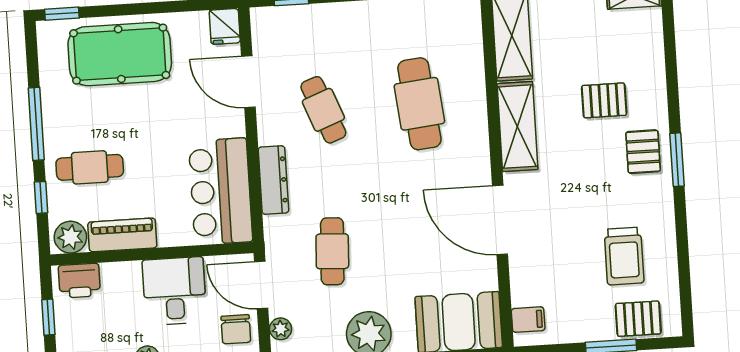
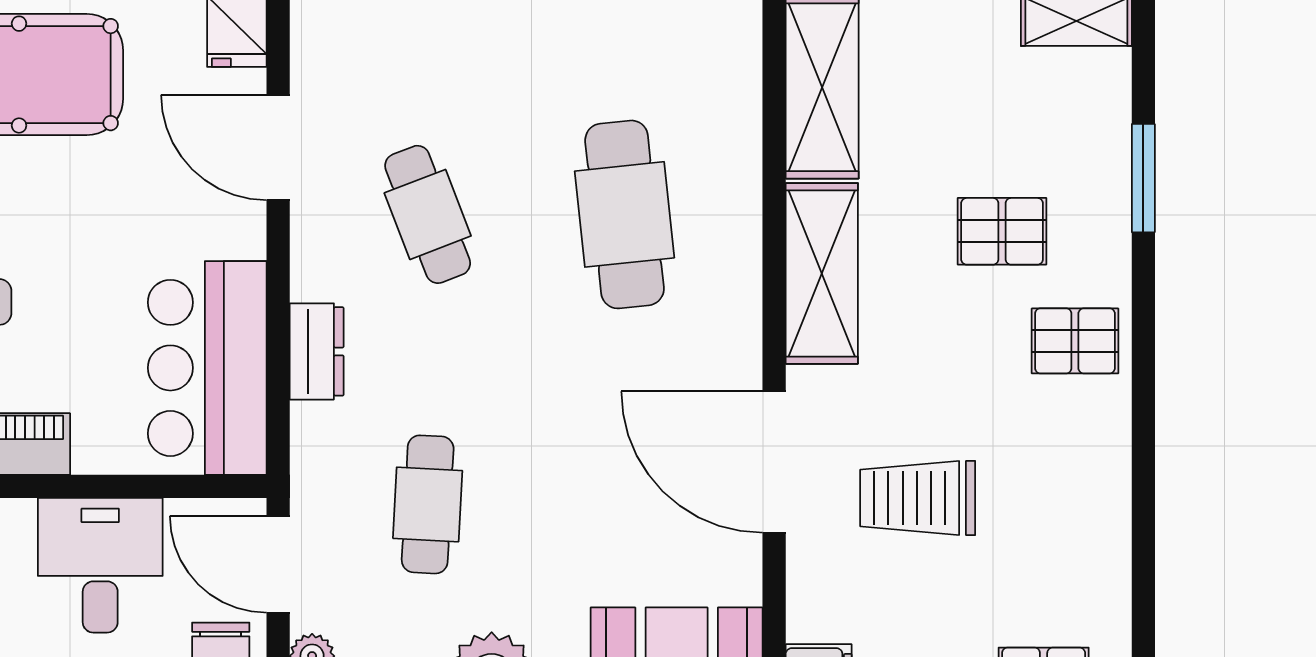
pallet: (643, 152) -> (1075, 341), turned 90
window: (677, 160) -> (1143, 178), moved
dresser: (273, 180) -> (317, 351), width x0.70
trolley: (624, 256) -> (918, 498), moved, turned 90

